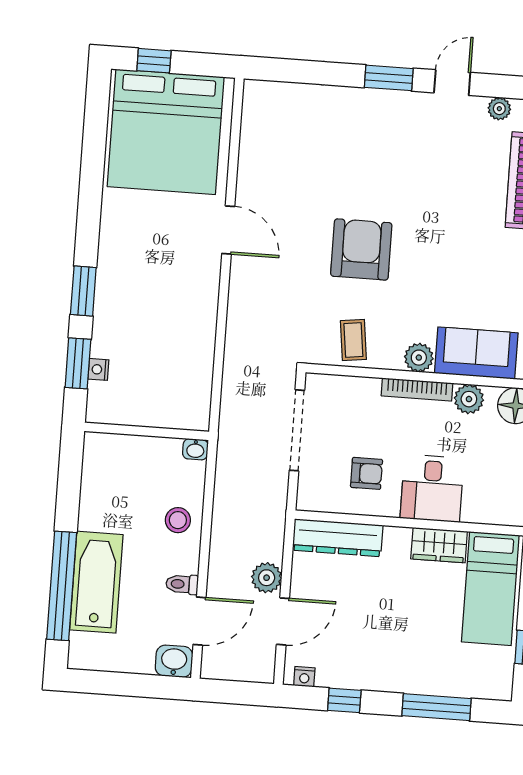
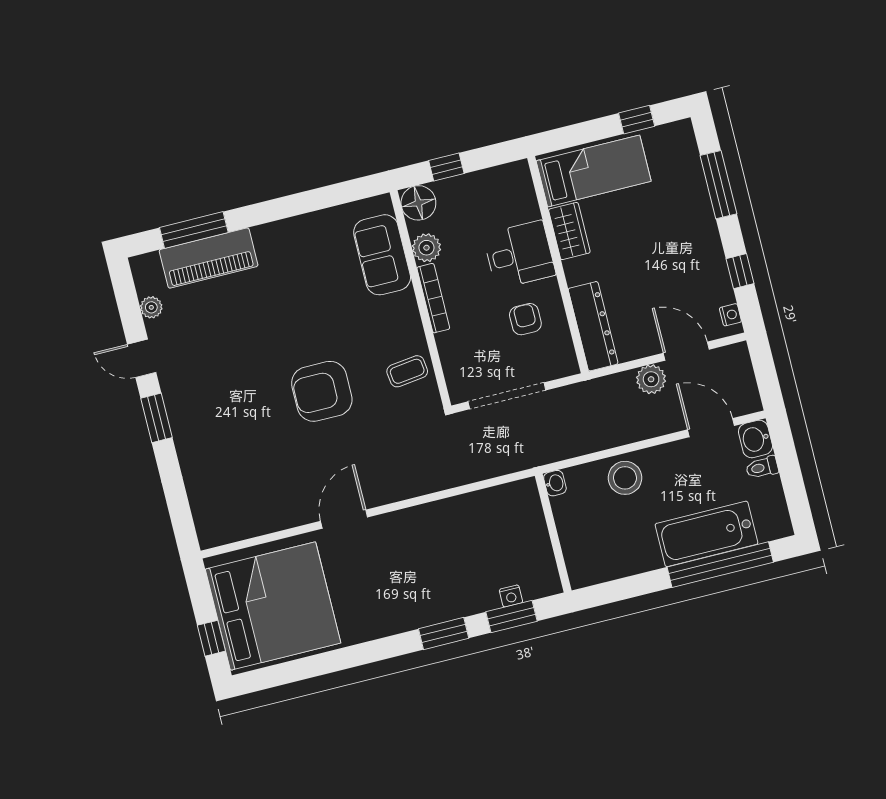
plant: (419, 358) -> (404, 306), removed
stool: (178, 520) -> (625, 478), width x1.38, depth x1.38
toilet: (182, 584) -> (762, 467), moved, turned 90

